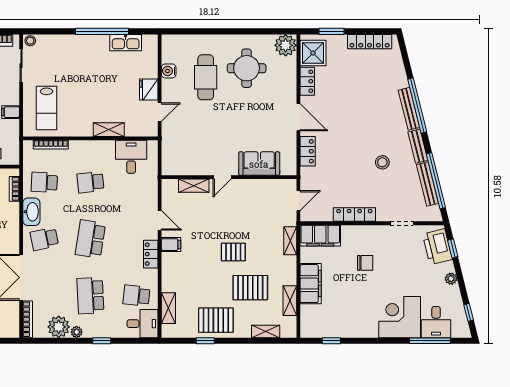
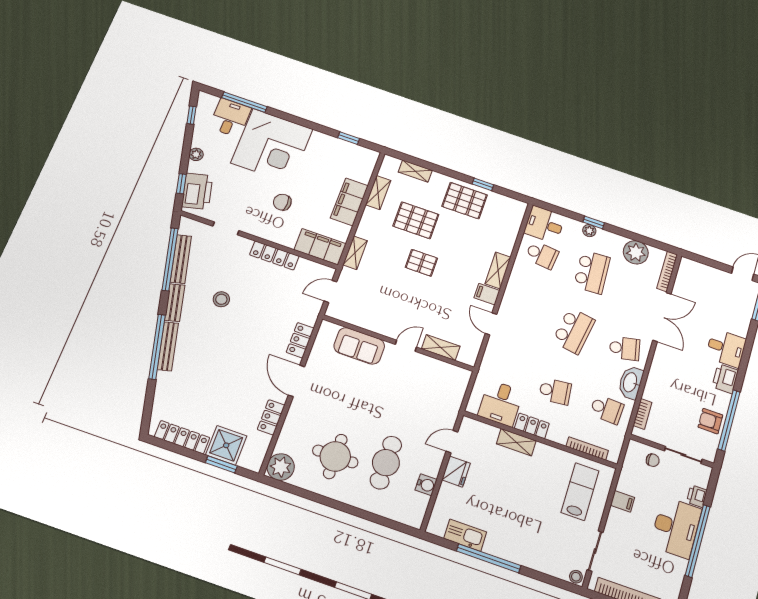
shower: (313, 53) -> (226, 445), moved
locker: (151, 254) -> (532, 426), moved, turned -90
shelving: (168, 308) -> (498, 270), moved
corner desk: (400, 317) -> (272, 146), width x1.36, depth x1.36
plant: (77, 332) -> (589, 231), moved

